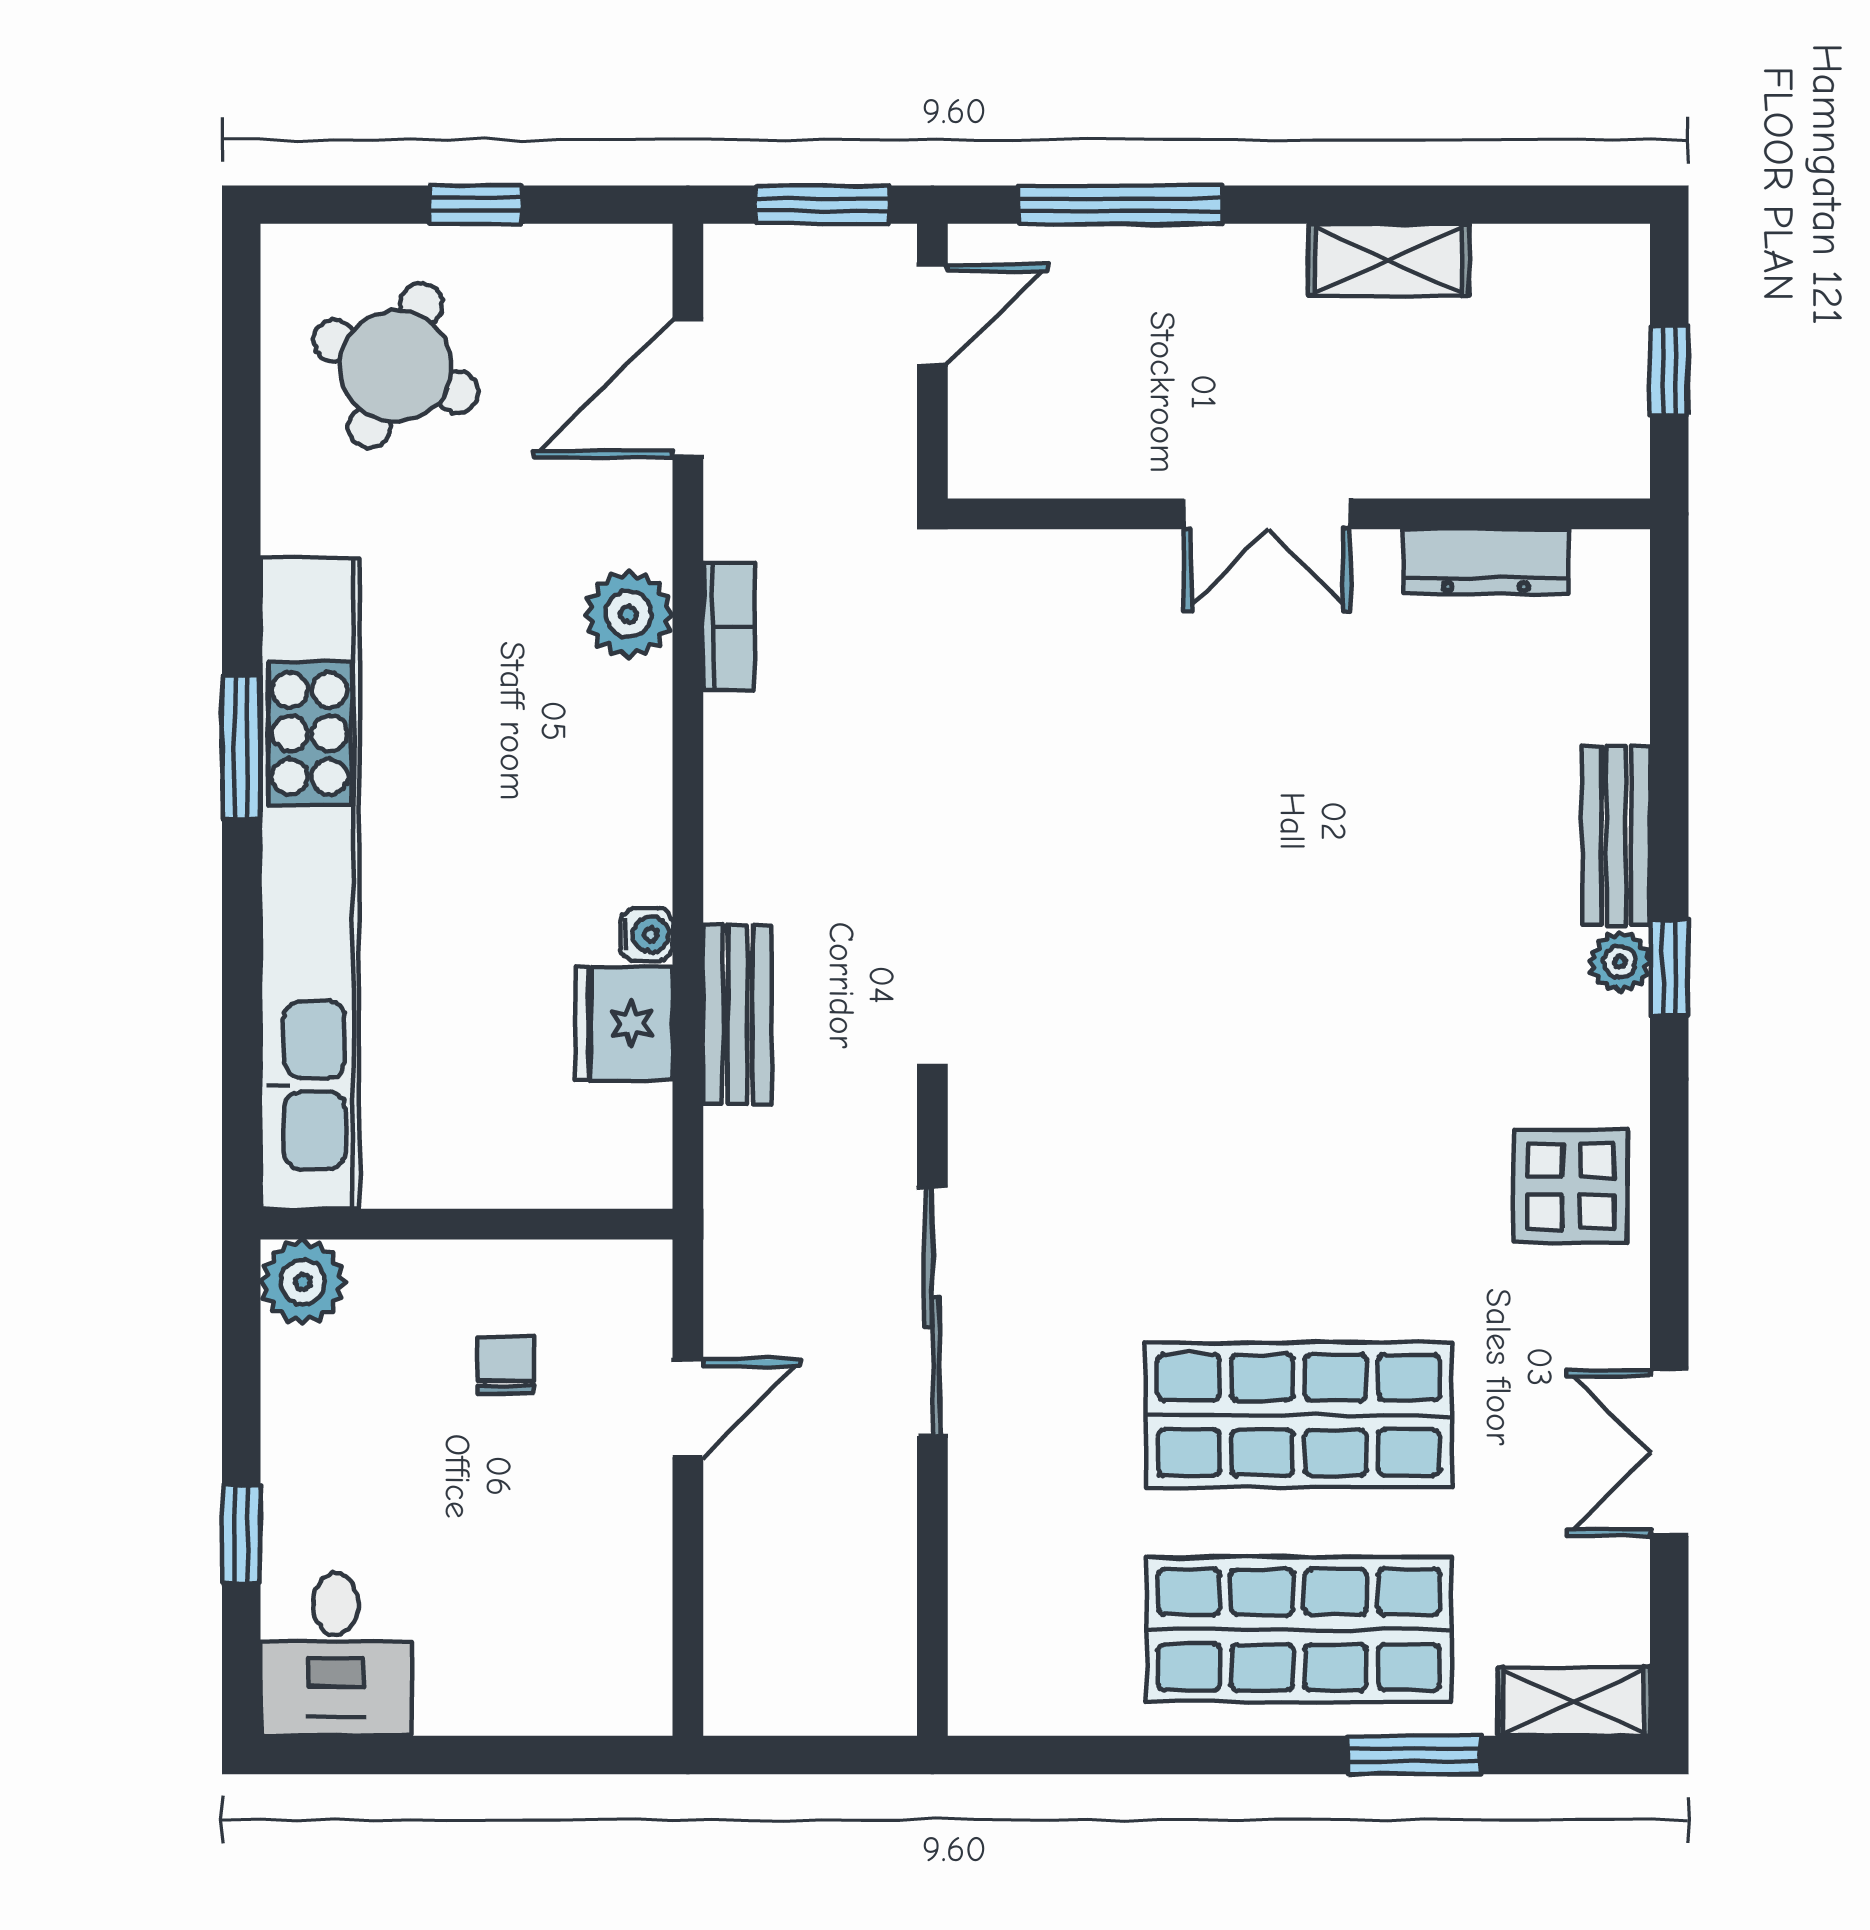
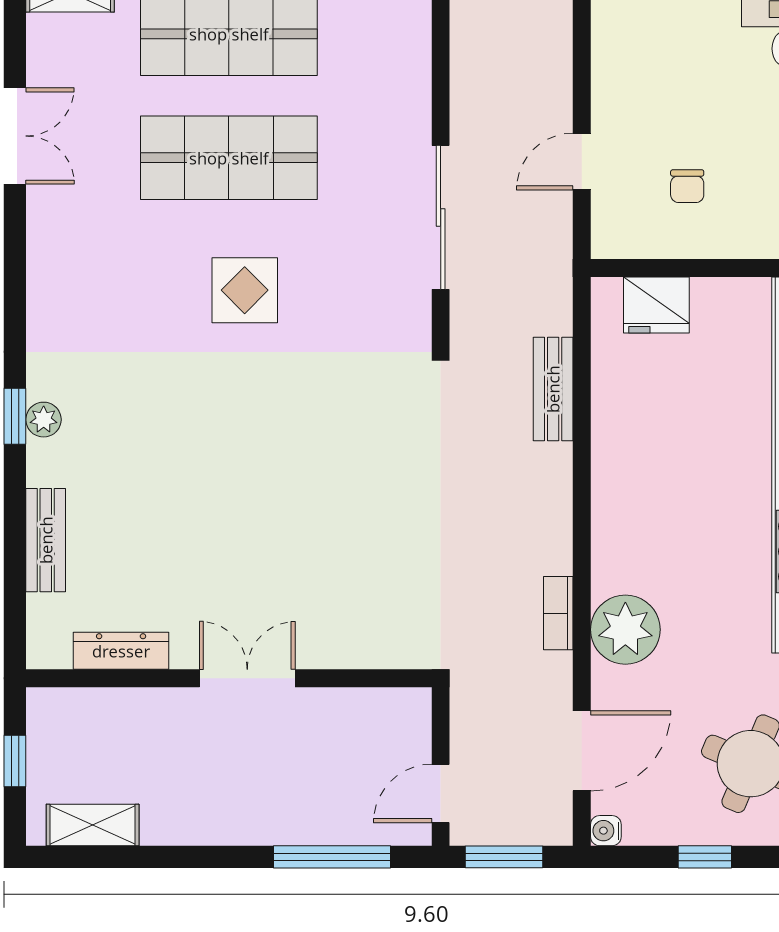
shelving: (1389, 260) -> (93, 825), moved
plant: (629, 614) -> (625, 630), width x1.36, depth x1.36
bench: (1616, 836) -> (46, 540), moved
water cooler: (646, 935) -> (606, 831), moved
fridge: (624, 1024) -> (656, 305), moved, turned 90
display table: (1571, 1186) -> (245, 290), moved

